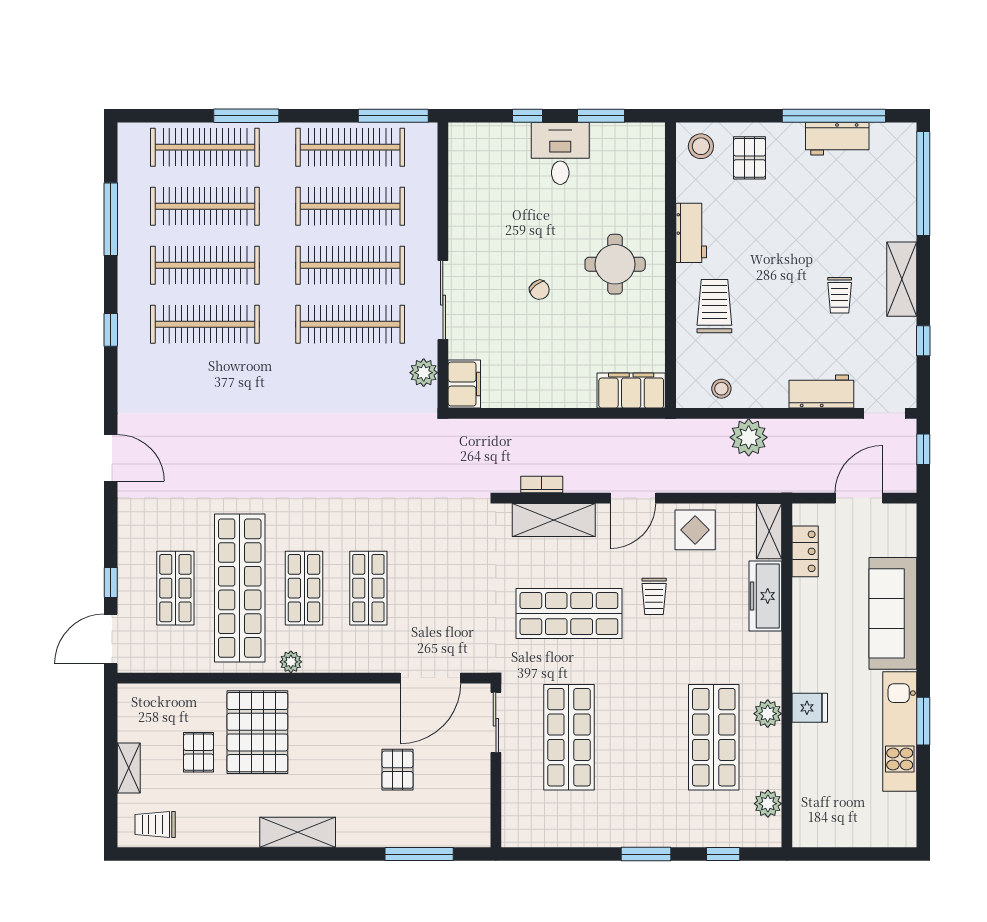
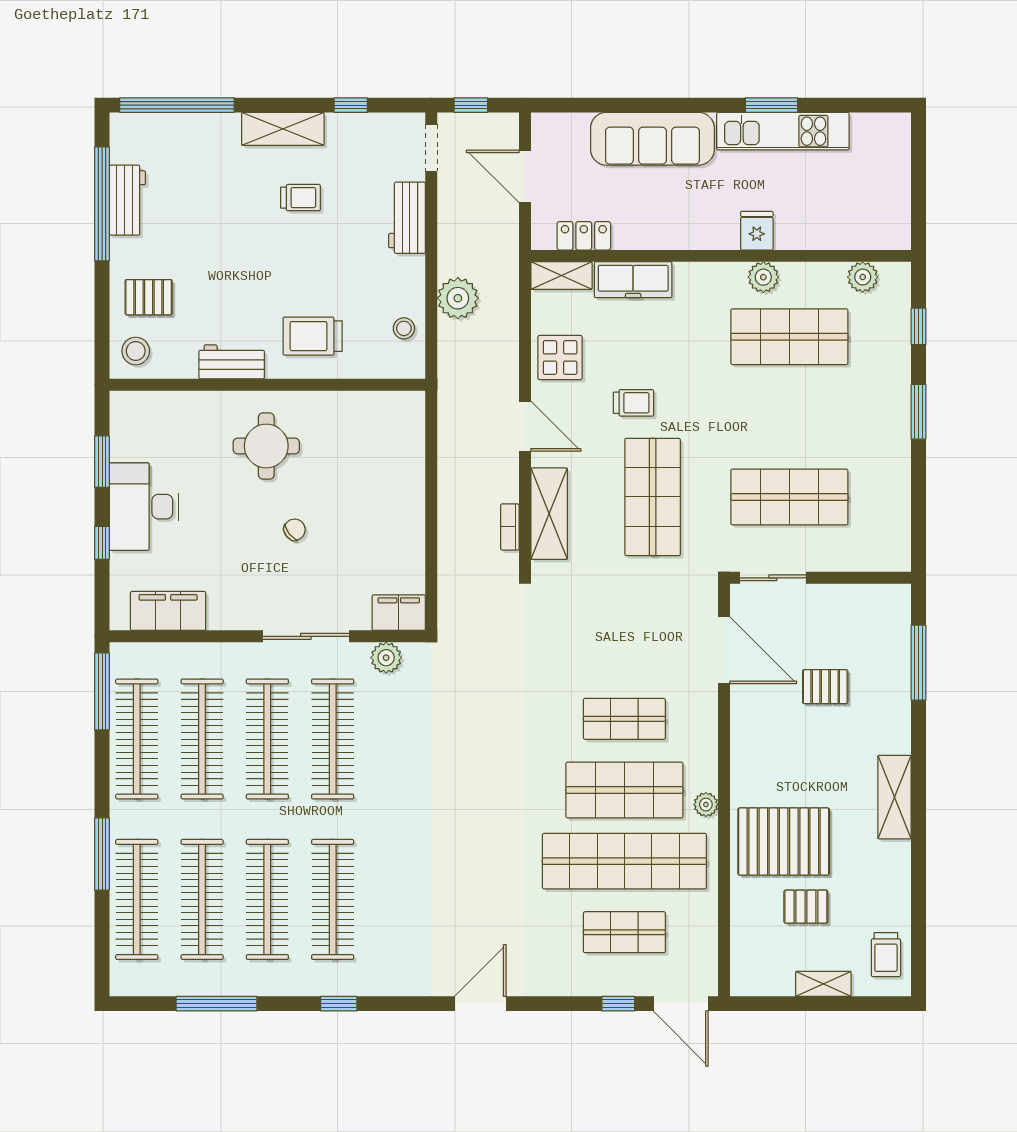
desk: (560, 153) -> (144, 507), width x1.37
filing cabinet: (631, 390) -> (168, 611), moved, turned 90
shop shelf: (304, 588) -> (624, 790), width x1.43, depth x1.36

